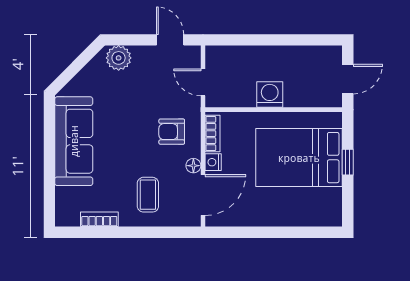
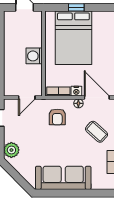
coffee table: (148, 195) -> (97, 132), turned 42

